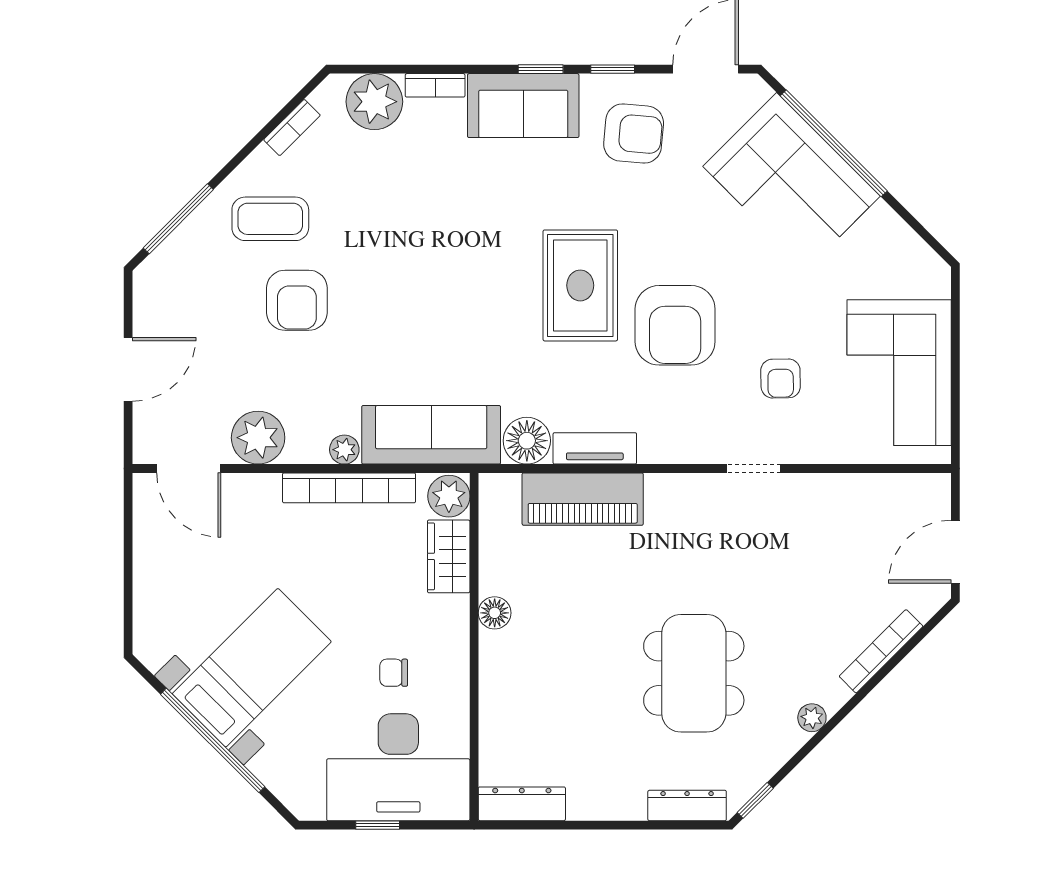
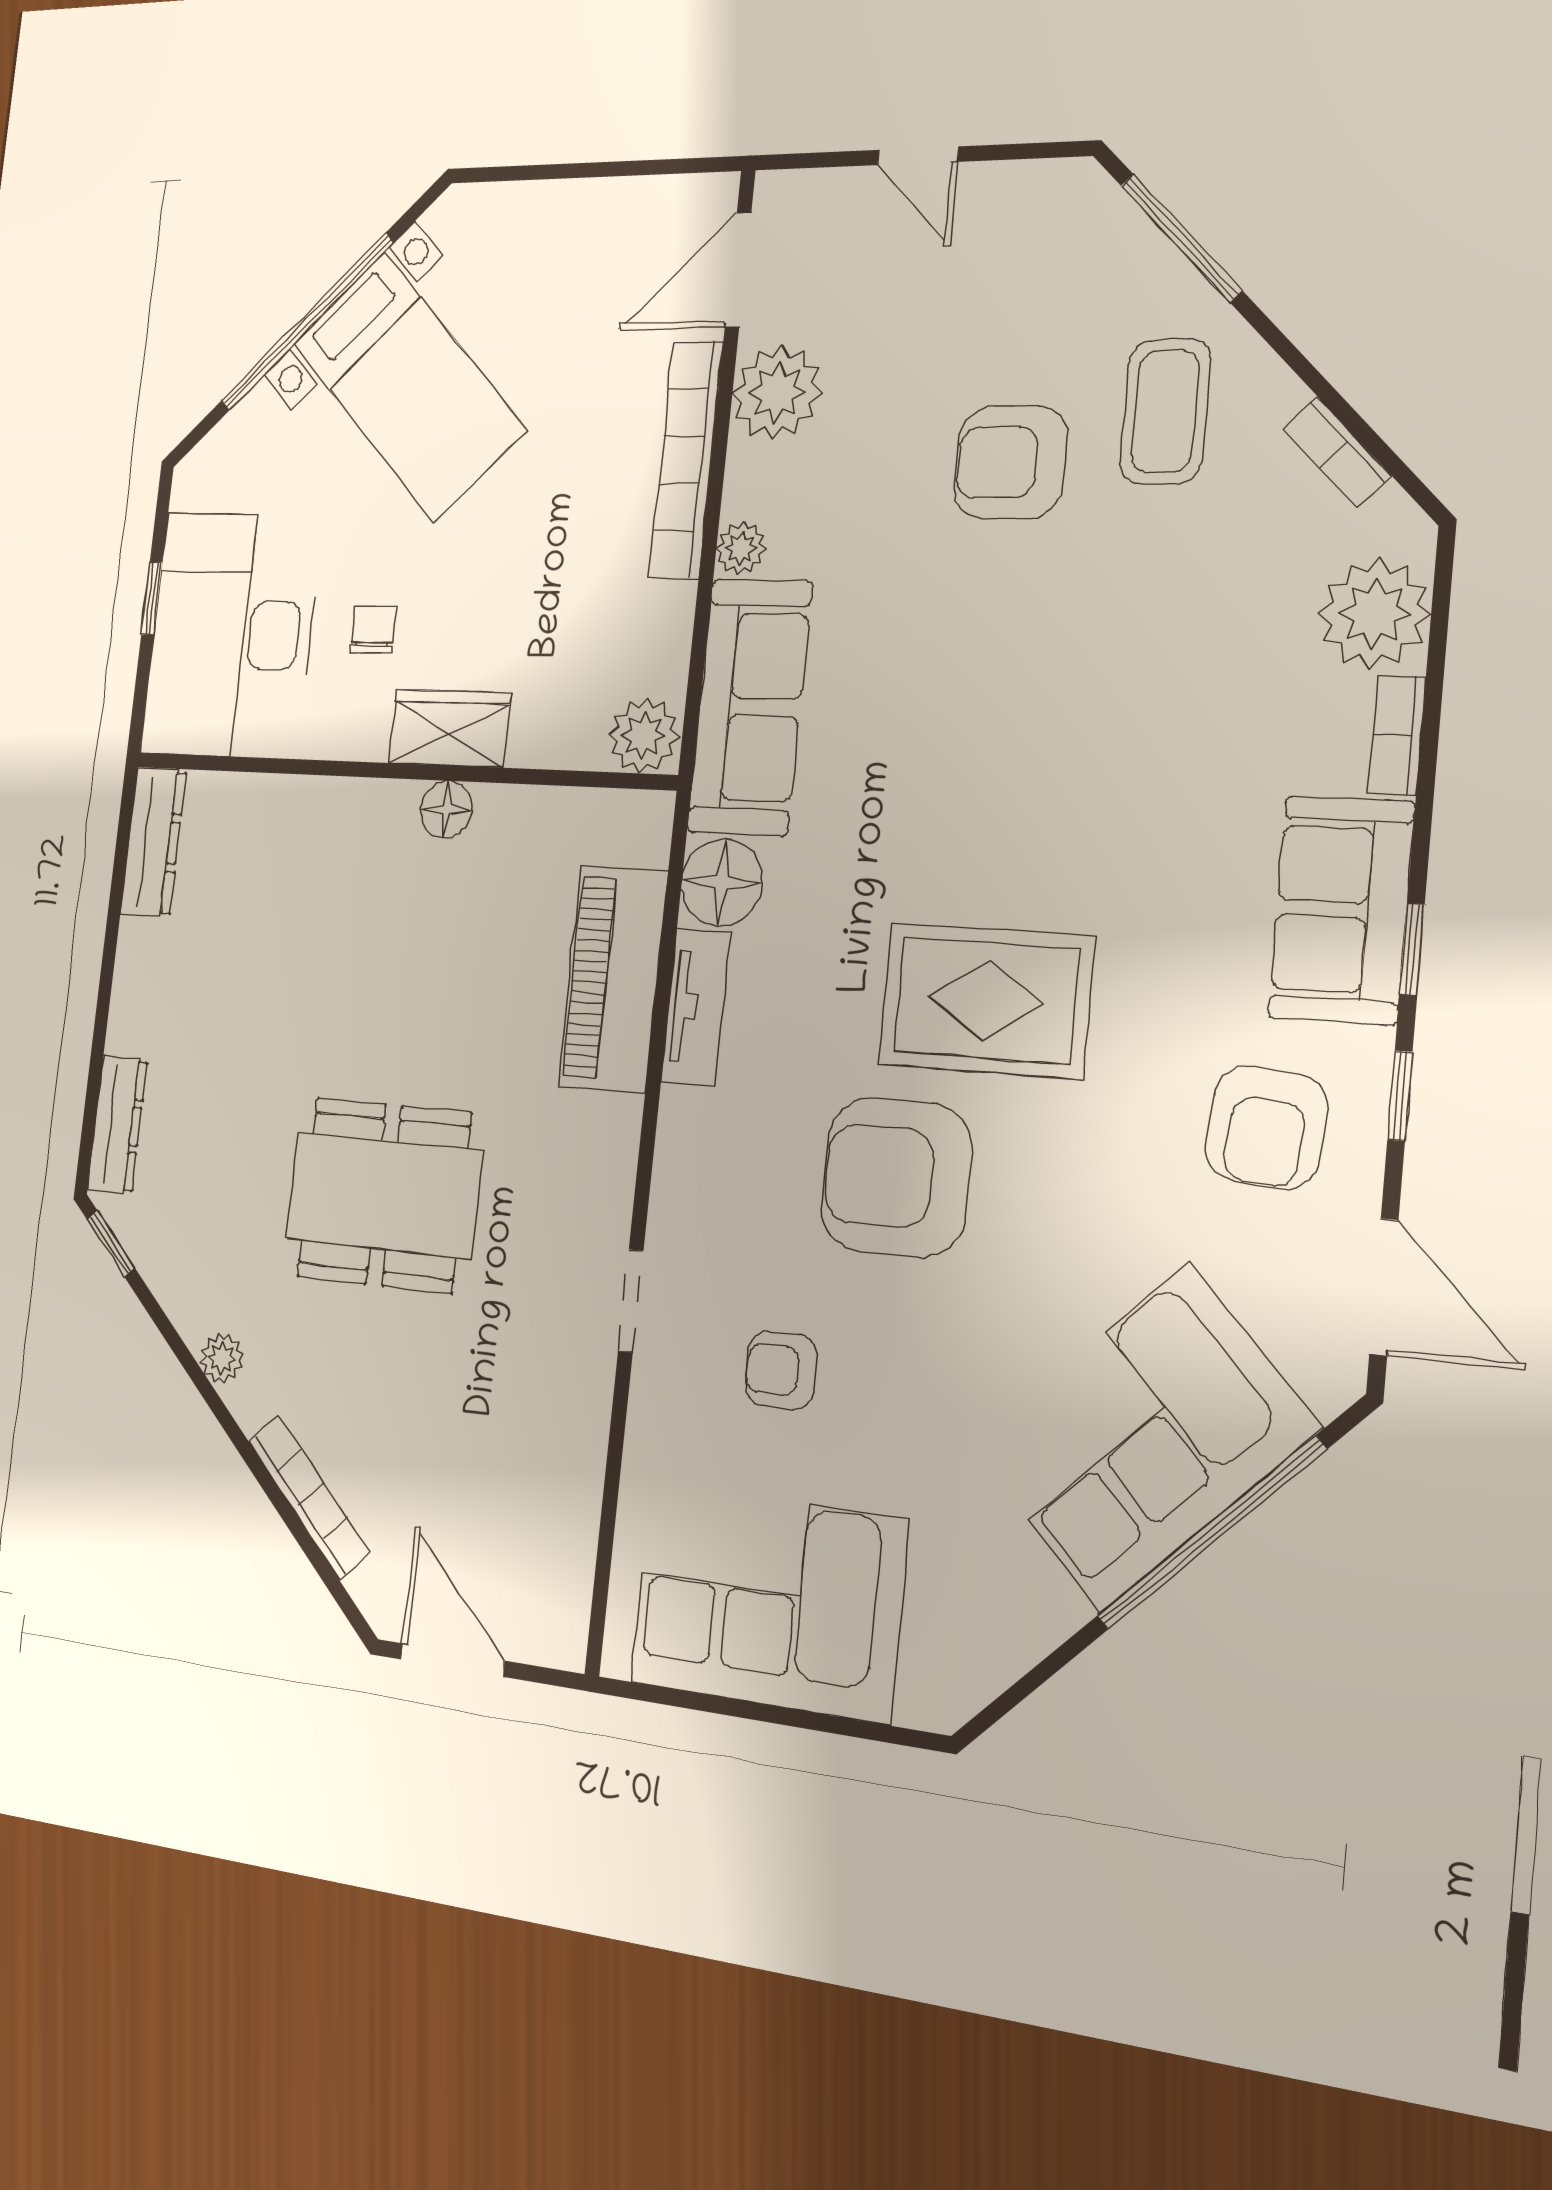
door: (128, 369) -> (918, 156), width x0.73
bookcase: (349, 488) -> (686, 460), moved
wardrobe: (449, 556) -> (449, 728), moved
dining table: (694, 673) -> (384, 1195), moved

